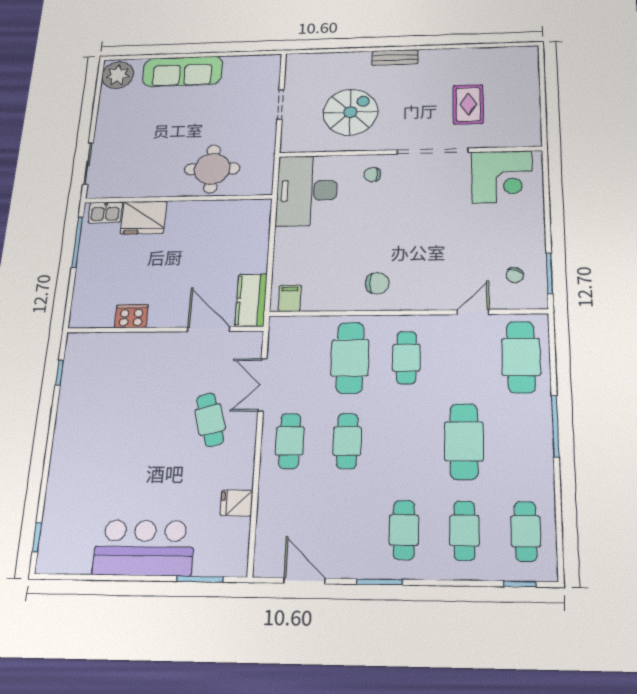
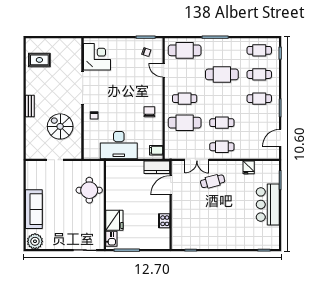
rug: (468, 104) -> (39, 60), moved
desk: (307, 191) -> (119, 145), moved

